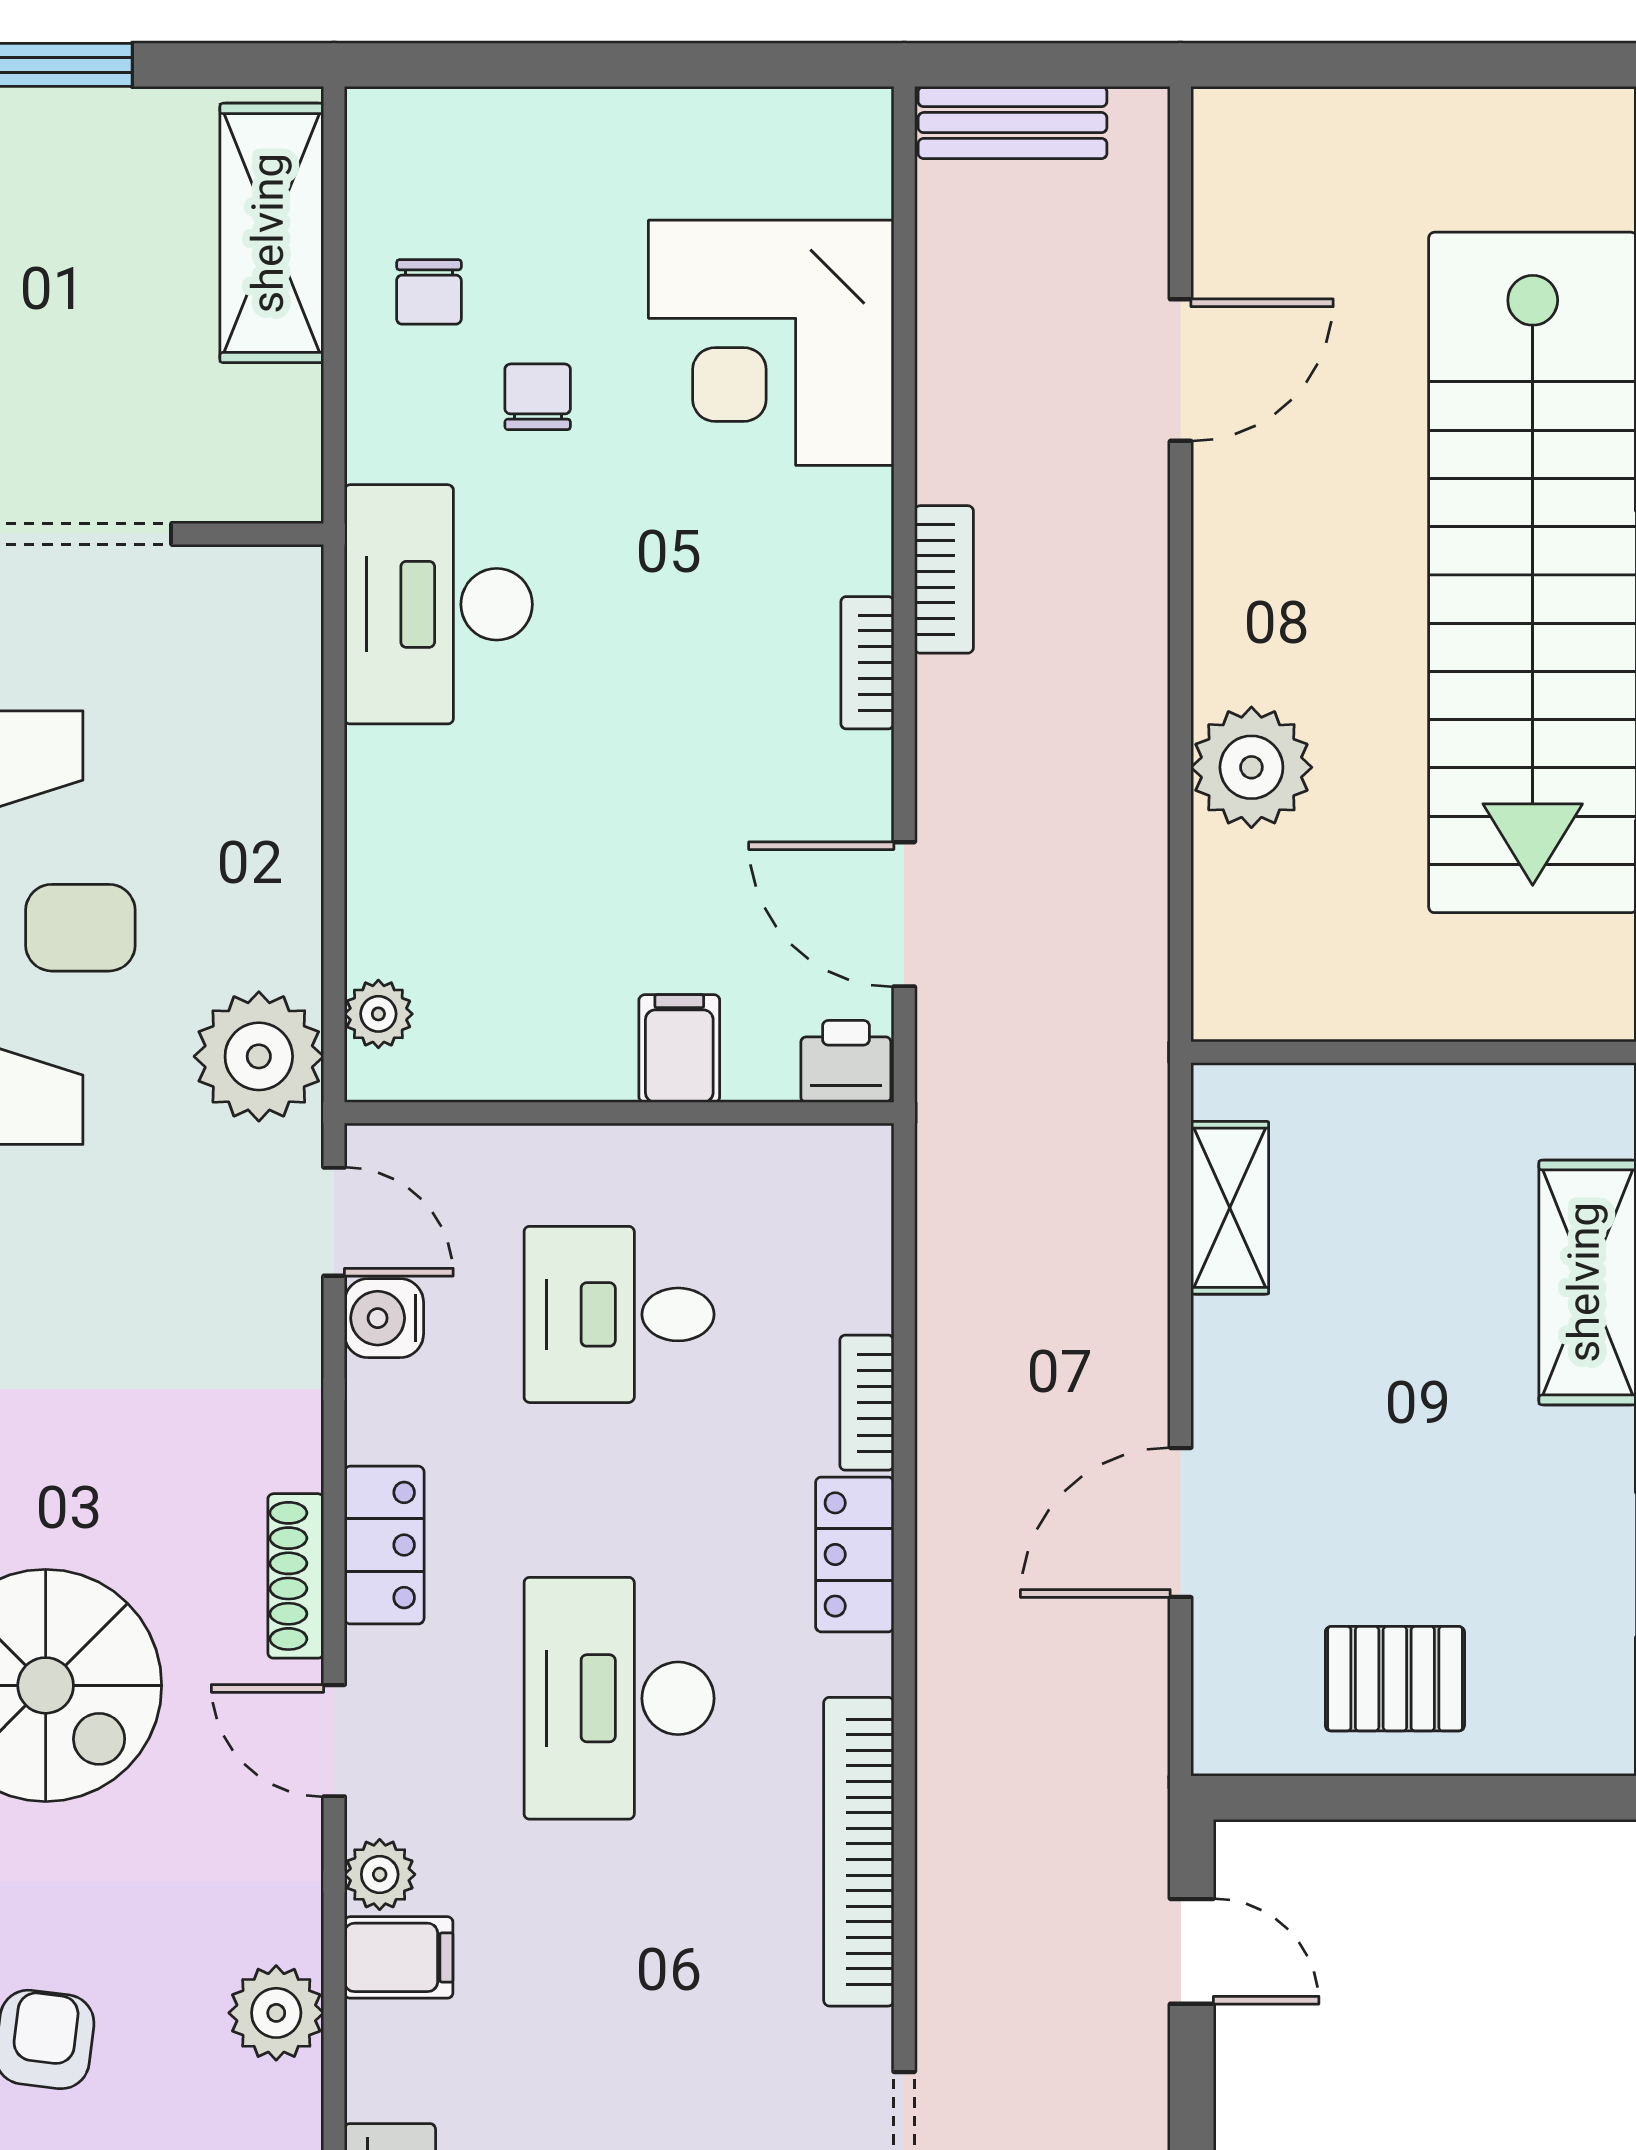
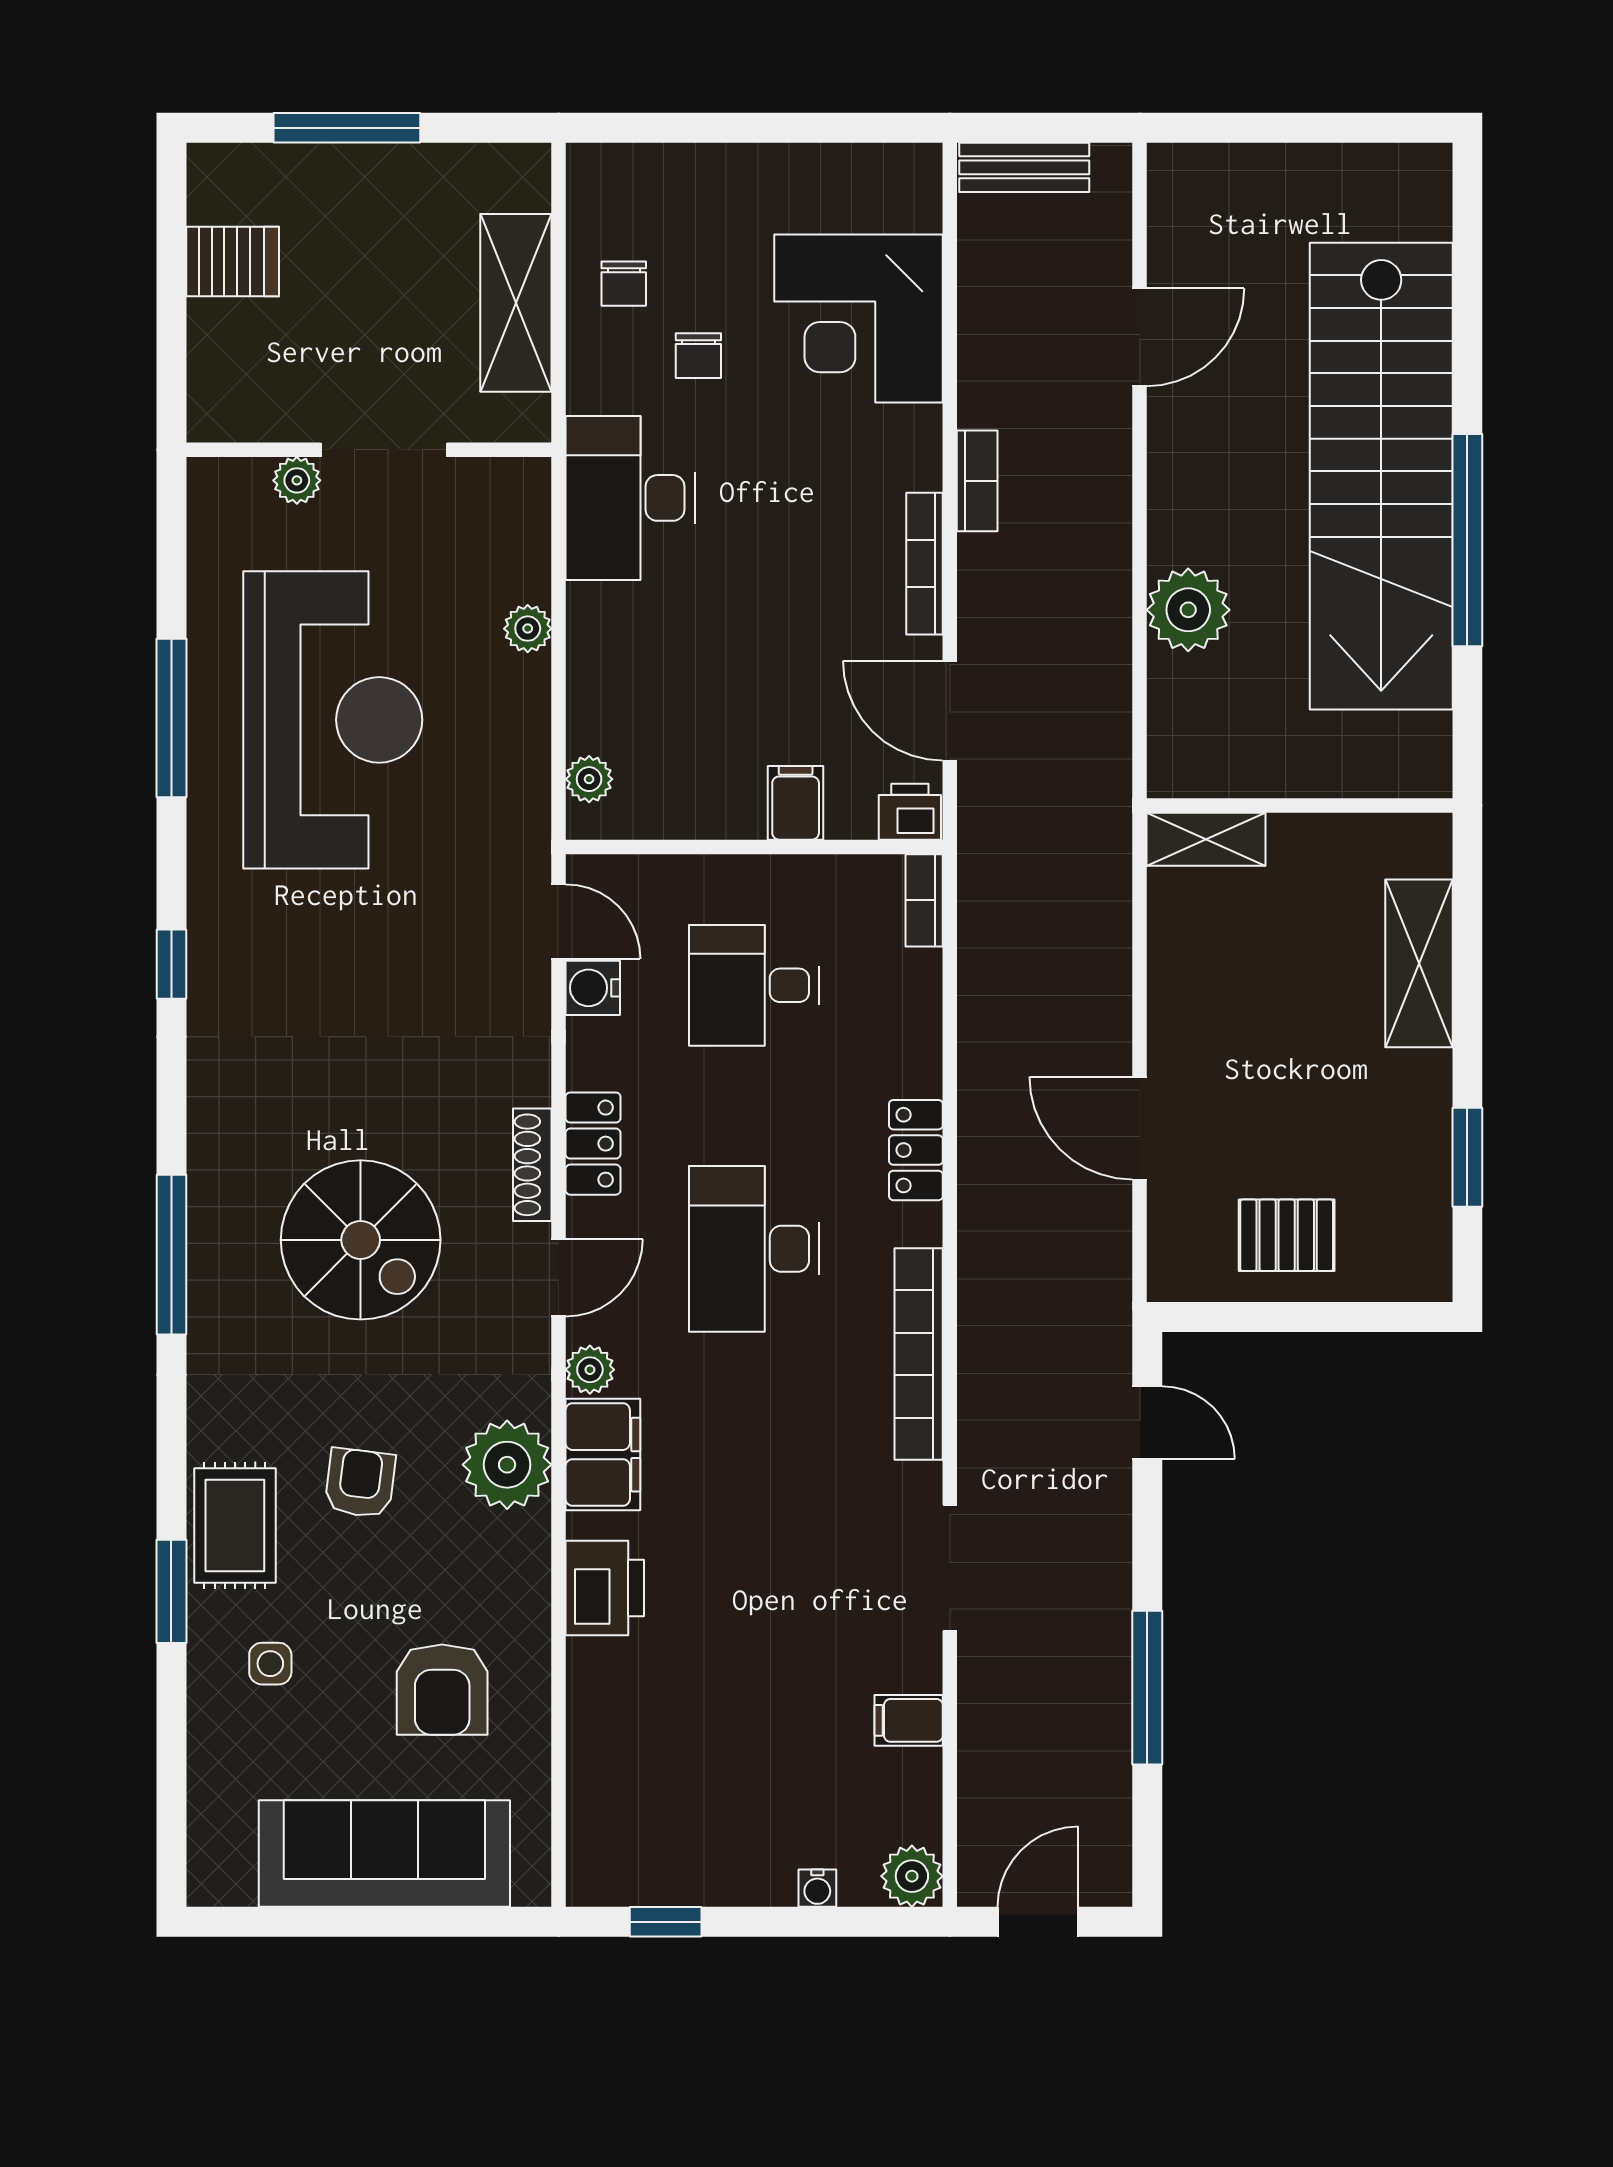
shelving: (272, 233) -> (516, 303), moved
chair: (538, 397) -> (698, 356), turned 180
bookcase: (867, 663) -> (925, 564), width x1.56
plant: (259, 1056) -> (528, 629), moved, width x0.53, depth x0.53
shelving: (1230, 1208) -> (1206, 839), moved, turned 90
bookcase: (867, 1403) -> (924, 900), moved
door: (1181, 1523) -> (1140, 1128), hinge flipped
door: (334, 1741) -> (559, 1278), swing flipped
filing cabinet: (399, 1957) -> (603, 1455), width x2.00
plant: (276, 2013) -> (507, 1465), width x1.36, depth x1.36

